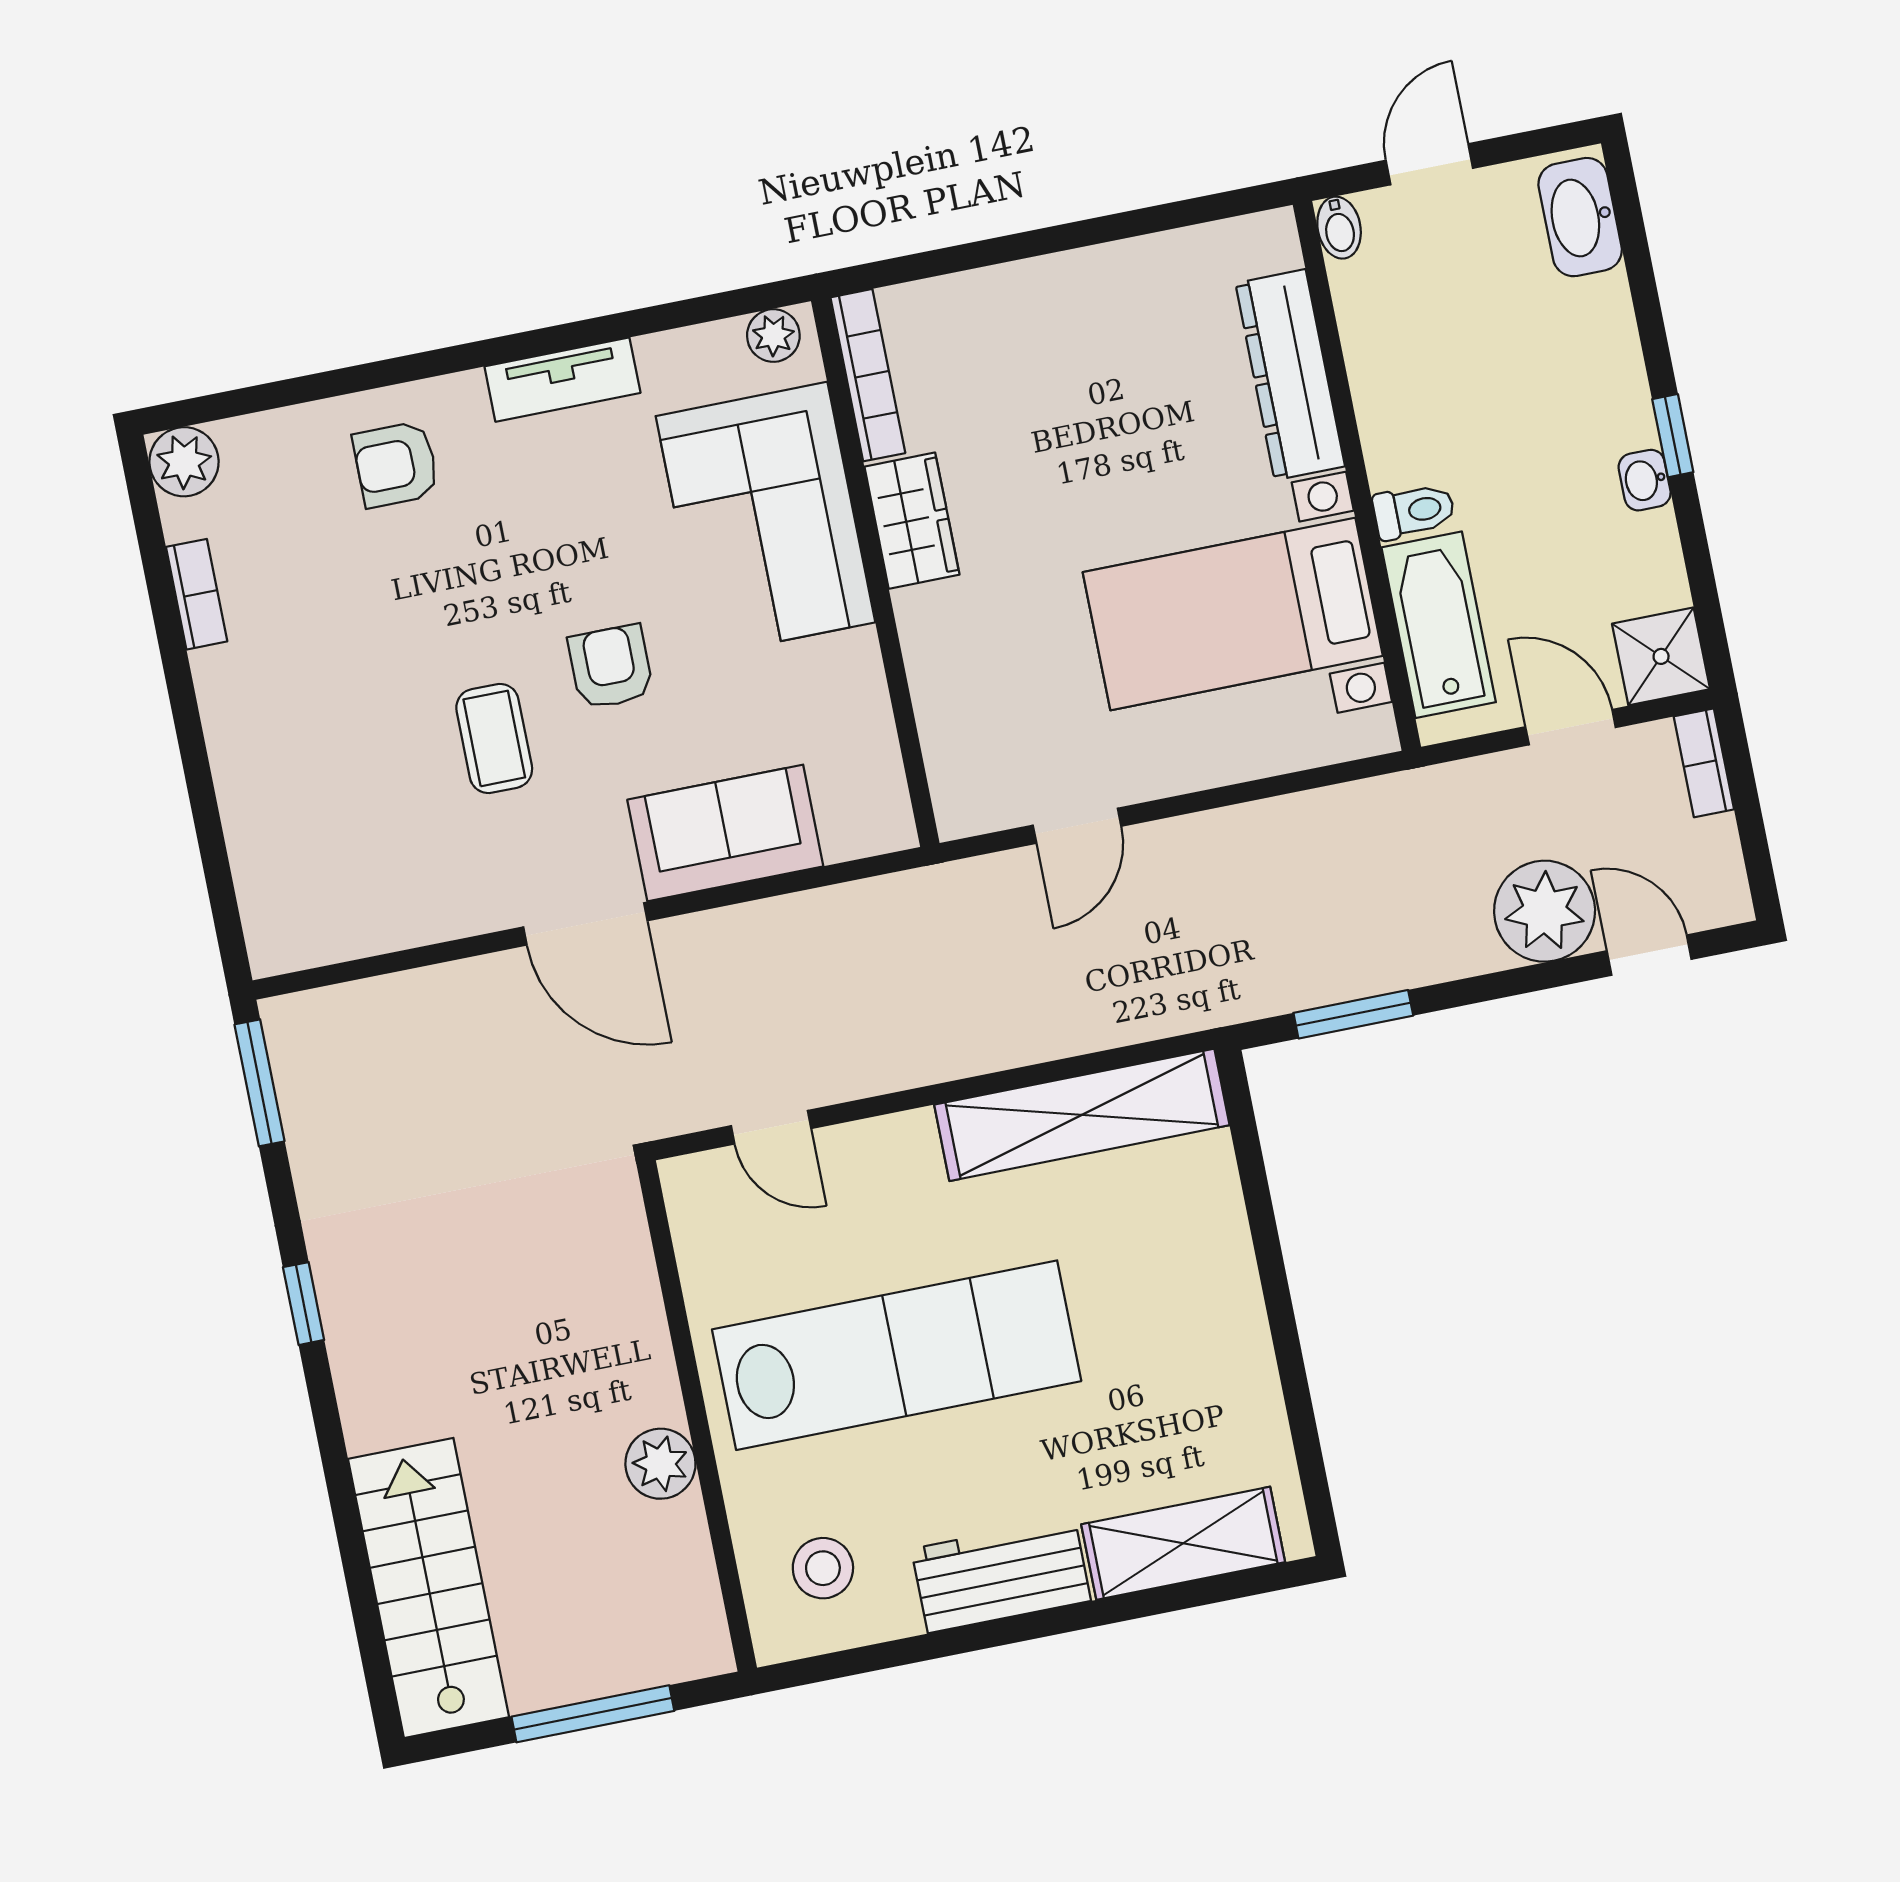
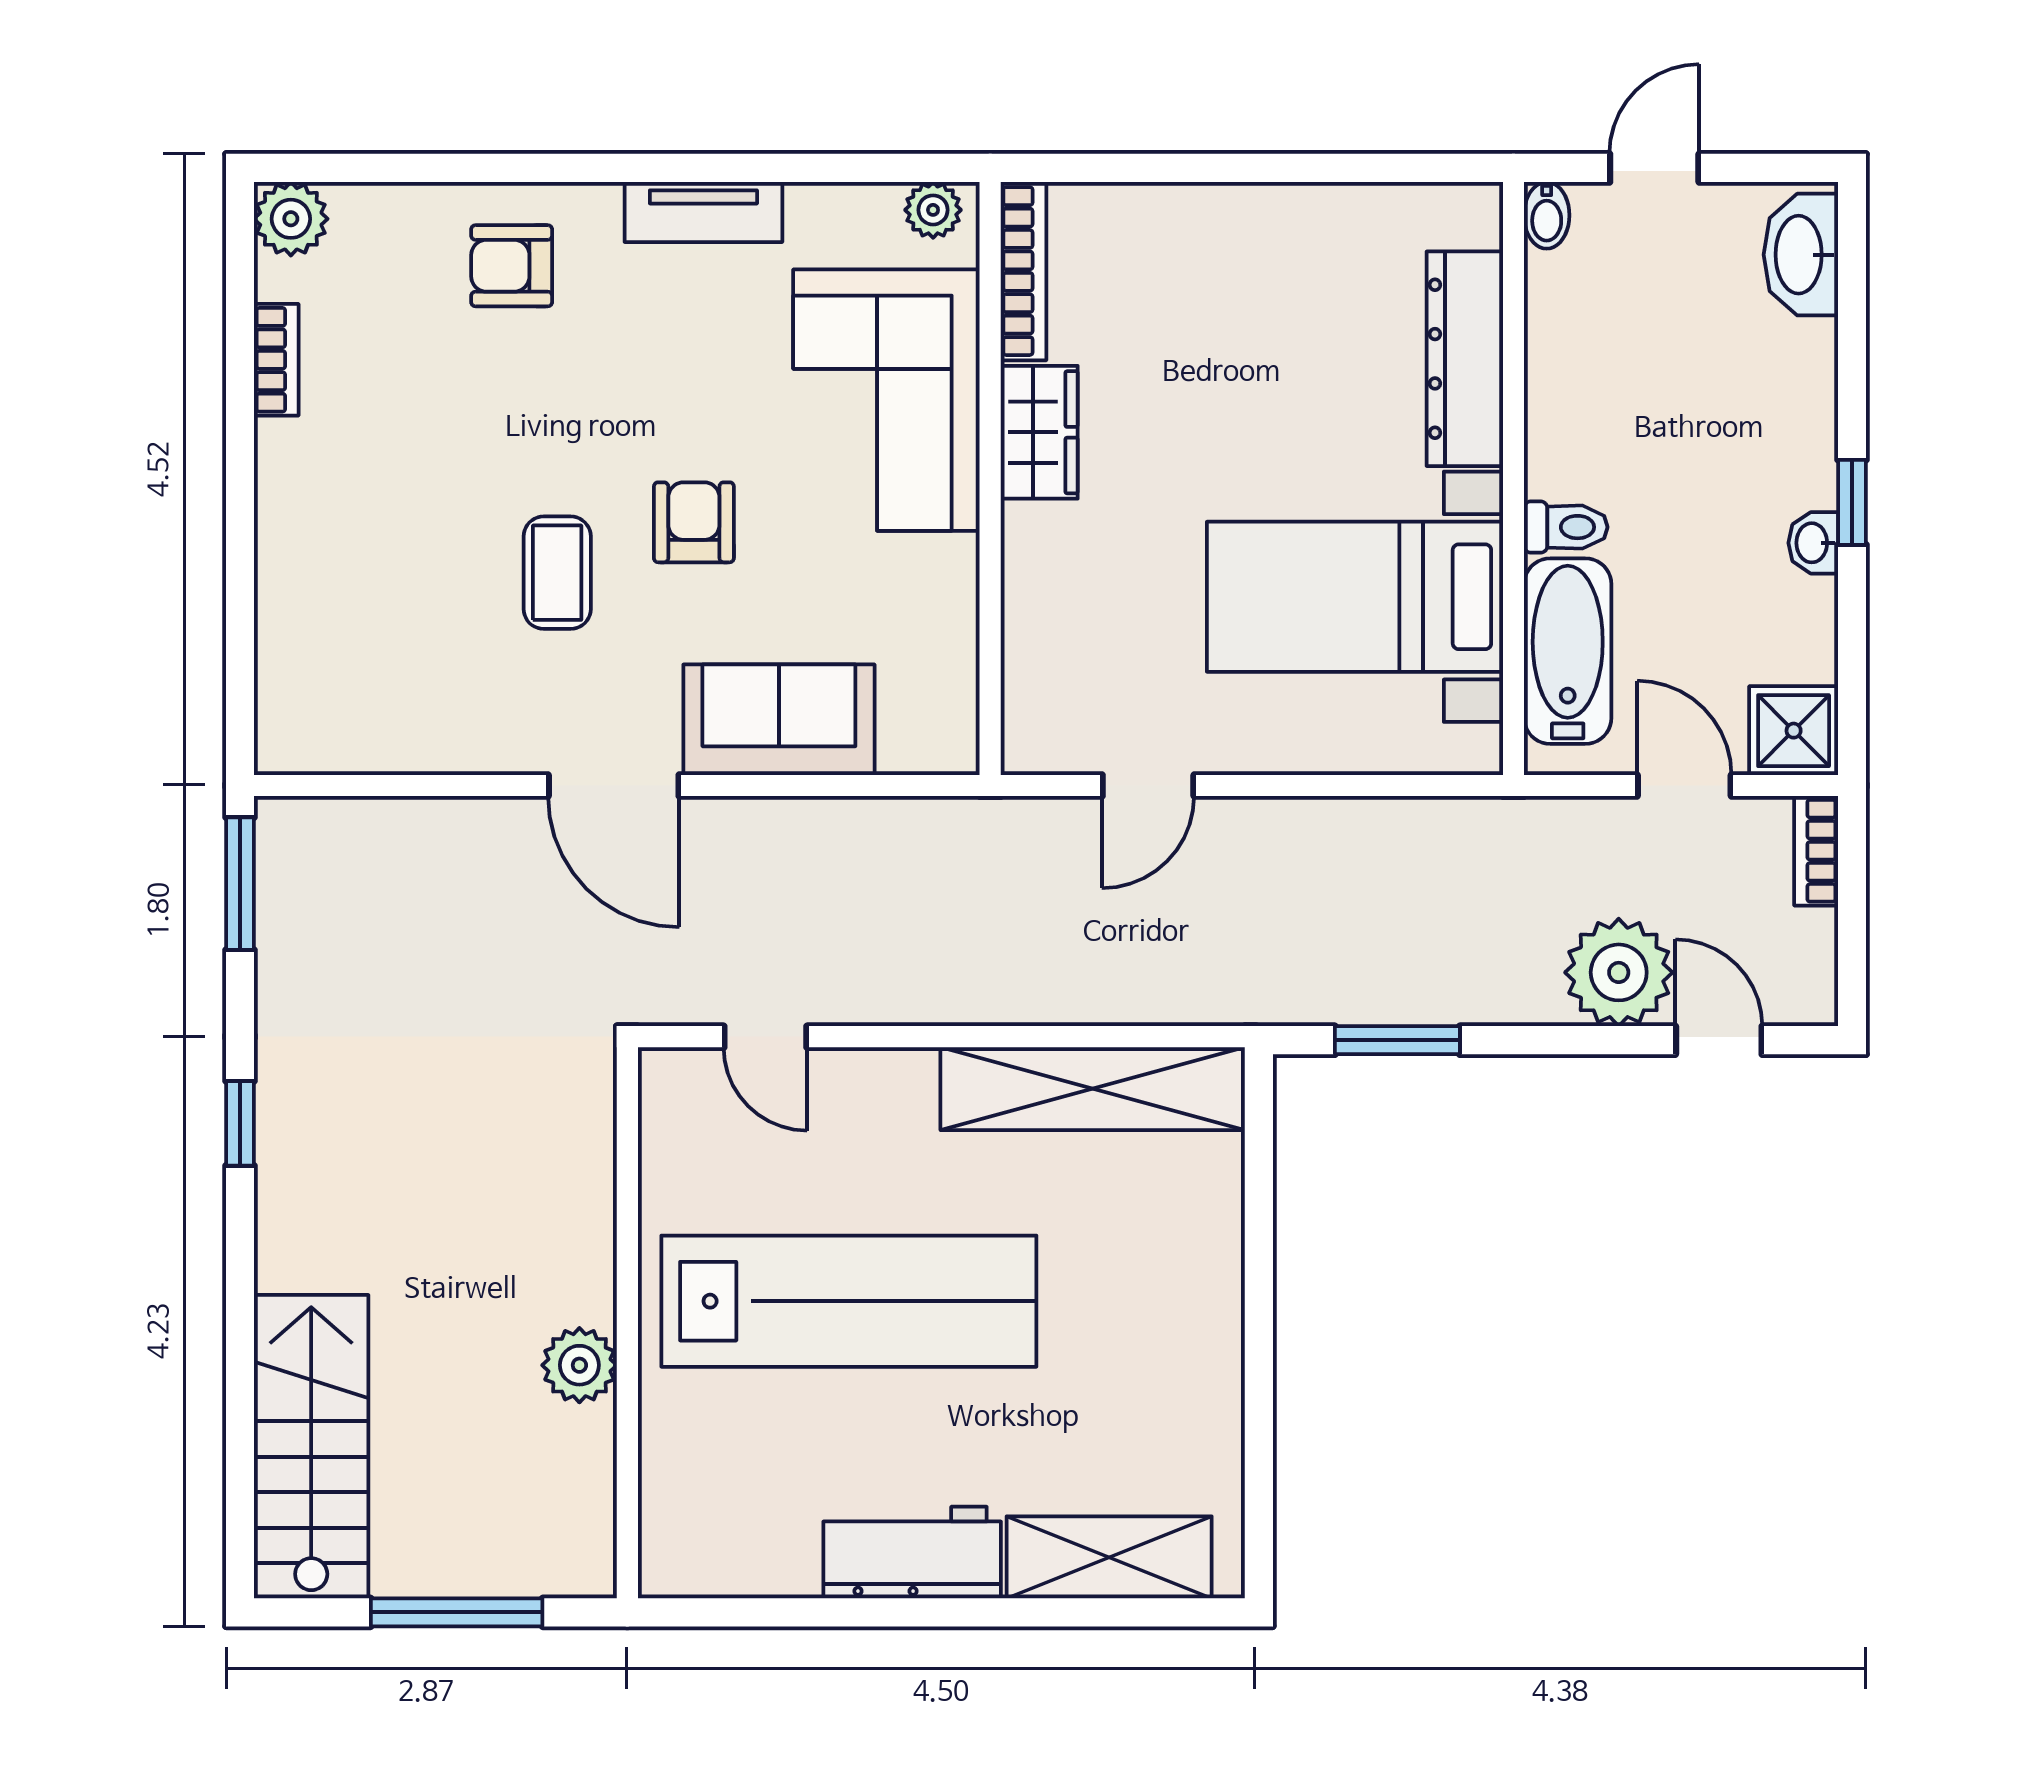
stool: (823, 1568) -> (727, 1508), removed

